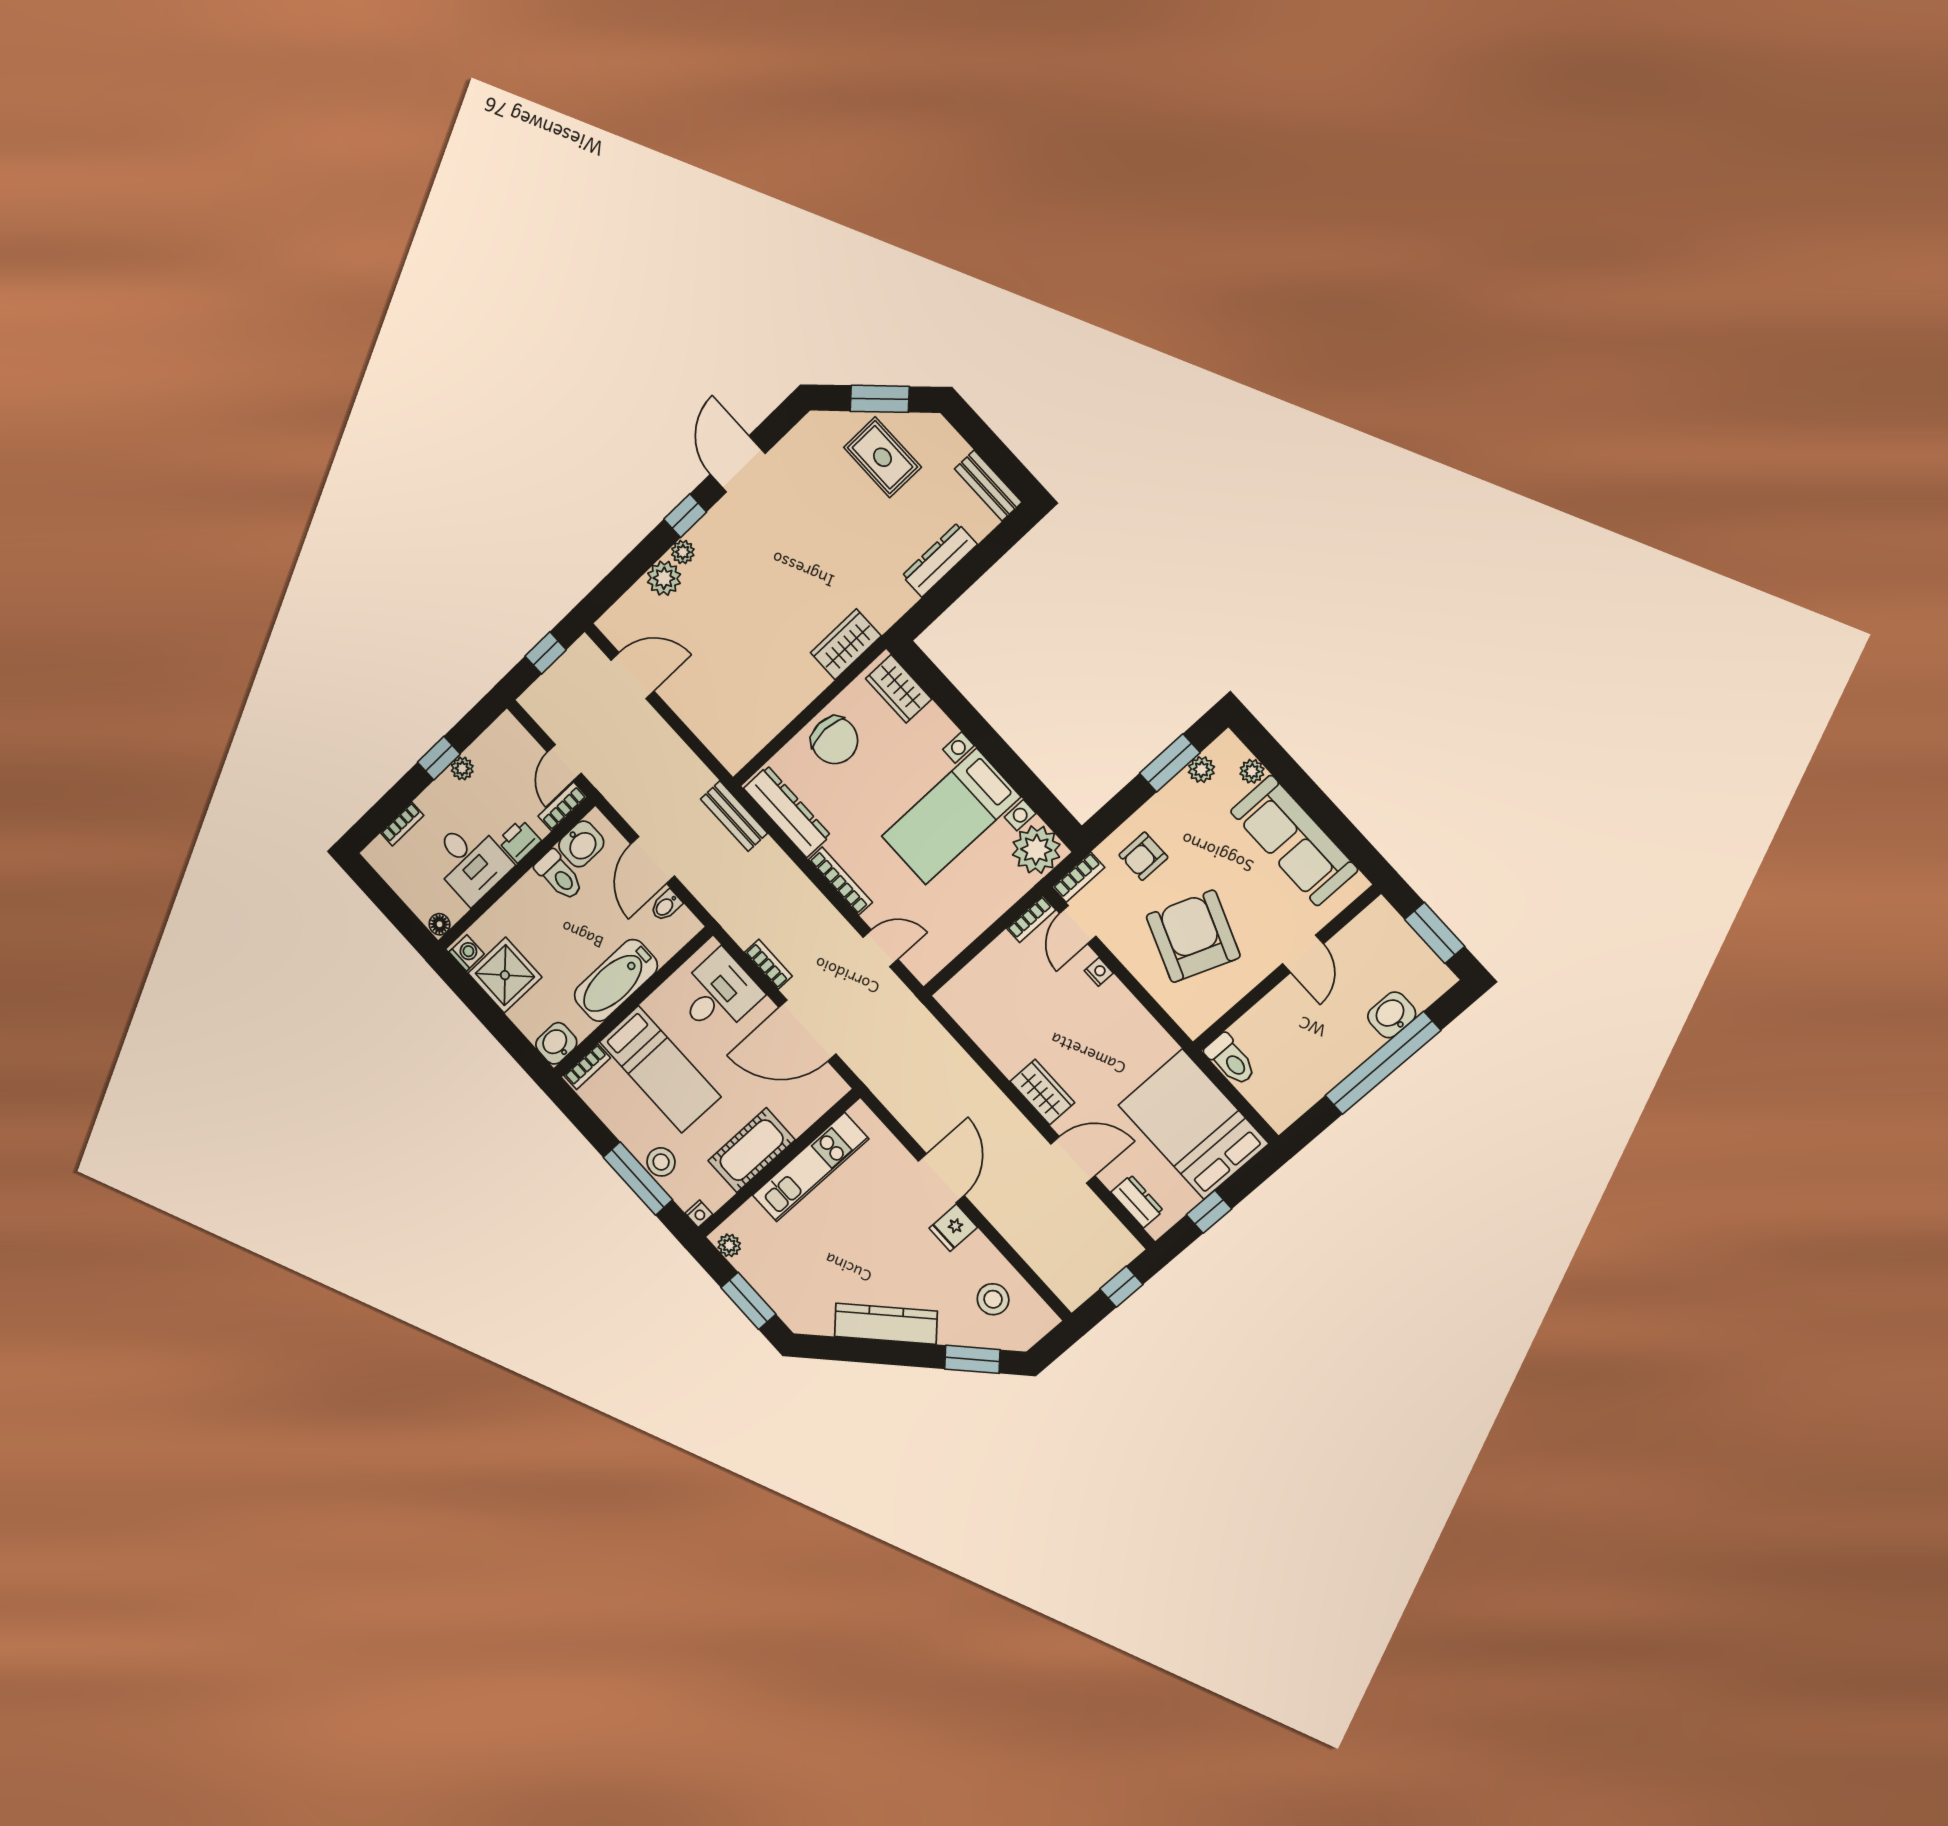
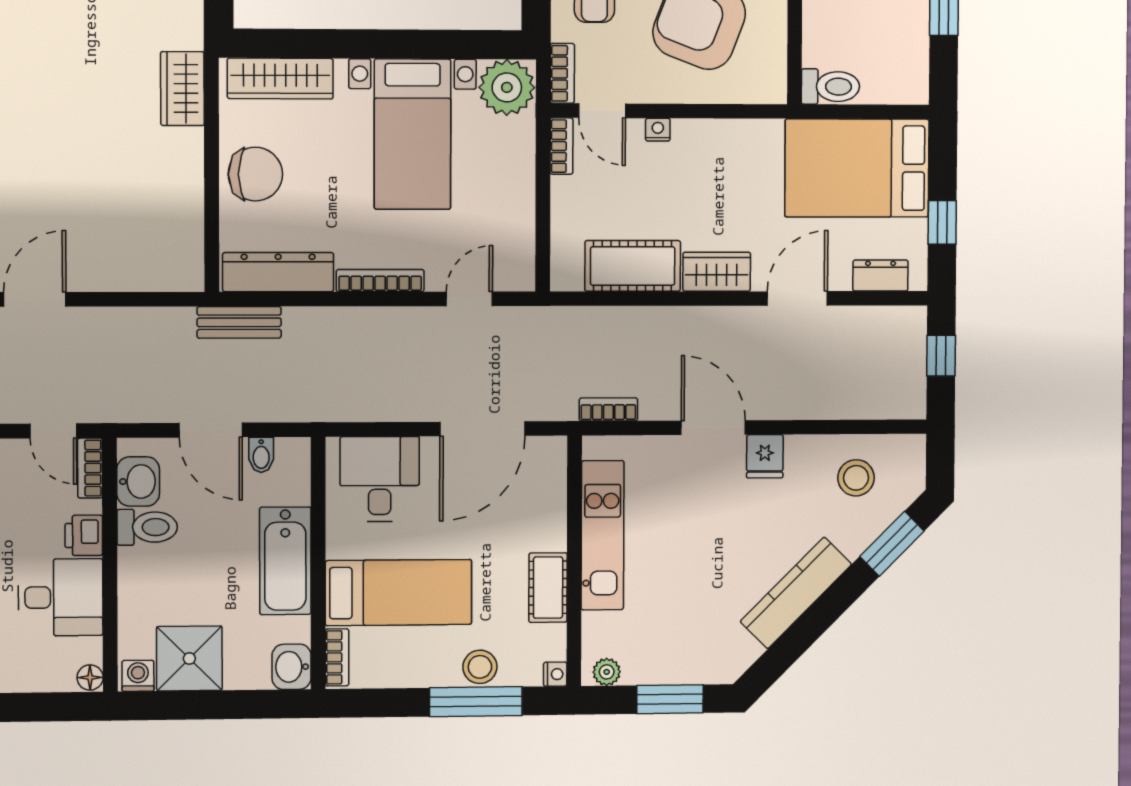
wardrobe: (899, 689) -> (280, 79), width x1.50
bookcase: (768, 964) -> (608, 409), moved
cot: (996, 1034) -> (633, 266), added
cot: (752, 1150) -> (548, 588), width x0.73, depth x0.75

